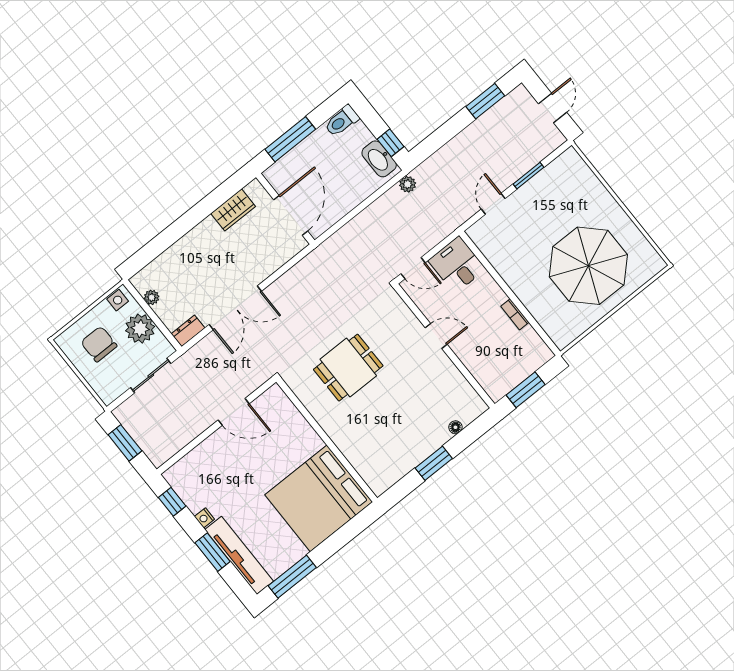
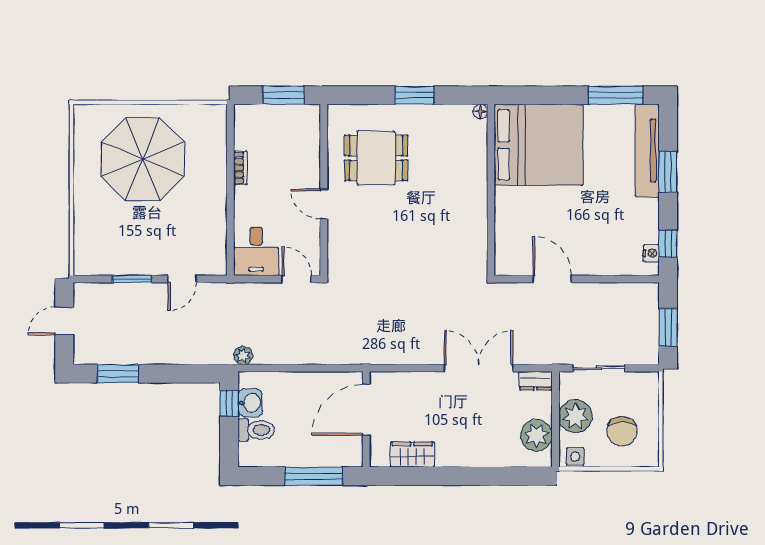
toilet: (342, 121) -> (256, 430), moved
washbasin: (379, 159) -> (250, 403), width x0.72
plant: (152, 297) -> (536, 435), width x1.87, depth x1.87
dining table: (348, 368) -> (376, 158), moved
floor lamp: (455, 427) -> (480, 111), moved
nightstand: (204, 518) -> (651, 253), moved

